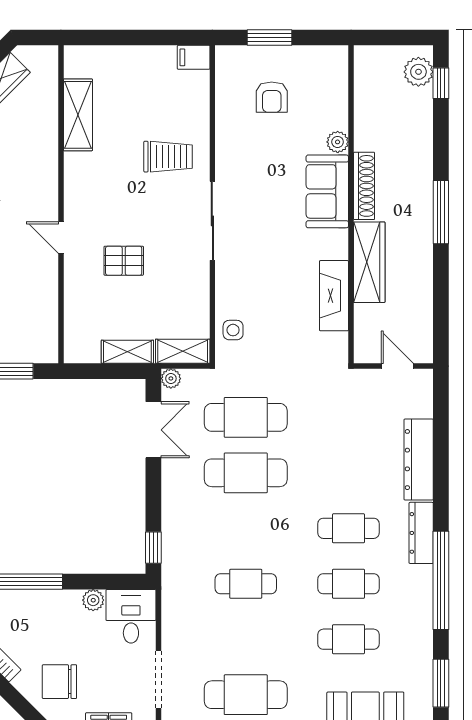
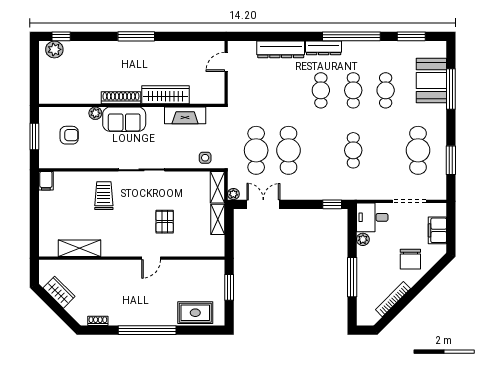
plant: (338, 142) -> (95, 113), moved
shoe rack: (364, 186) -> (121, 98), moved
sofa: (327, 191) -> (124, 119), moved
wall: (351, 204) -> (132, 105), moved
wardrobe: (369, 262) -> (166, 95), moved
fireplace: (334, 296) -> (185, 115), moved

